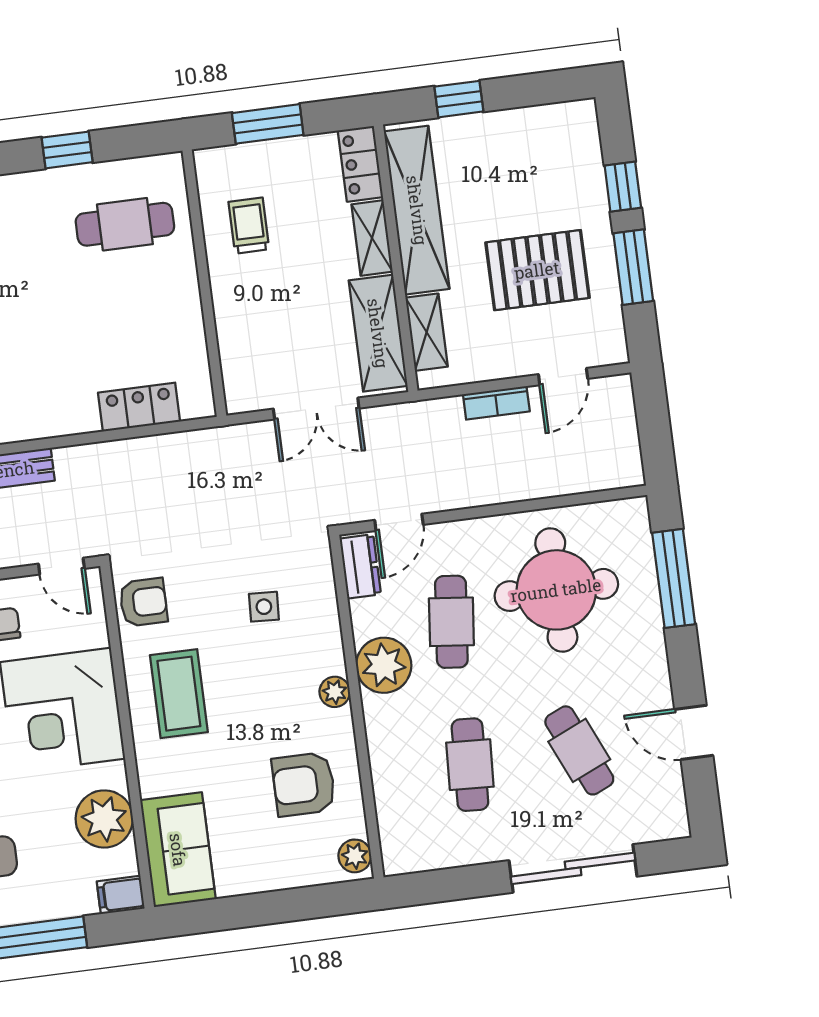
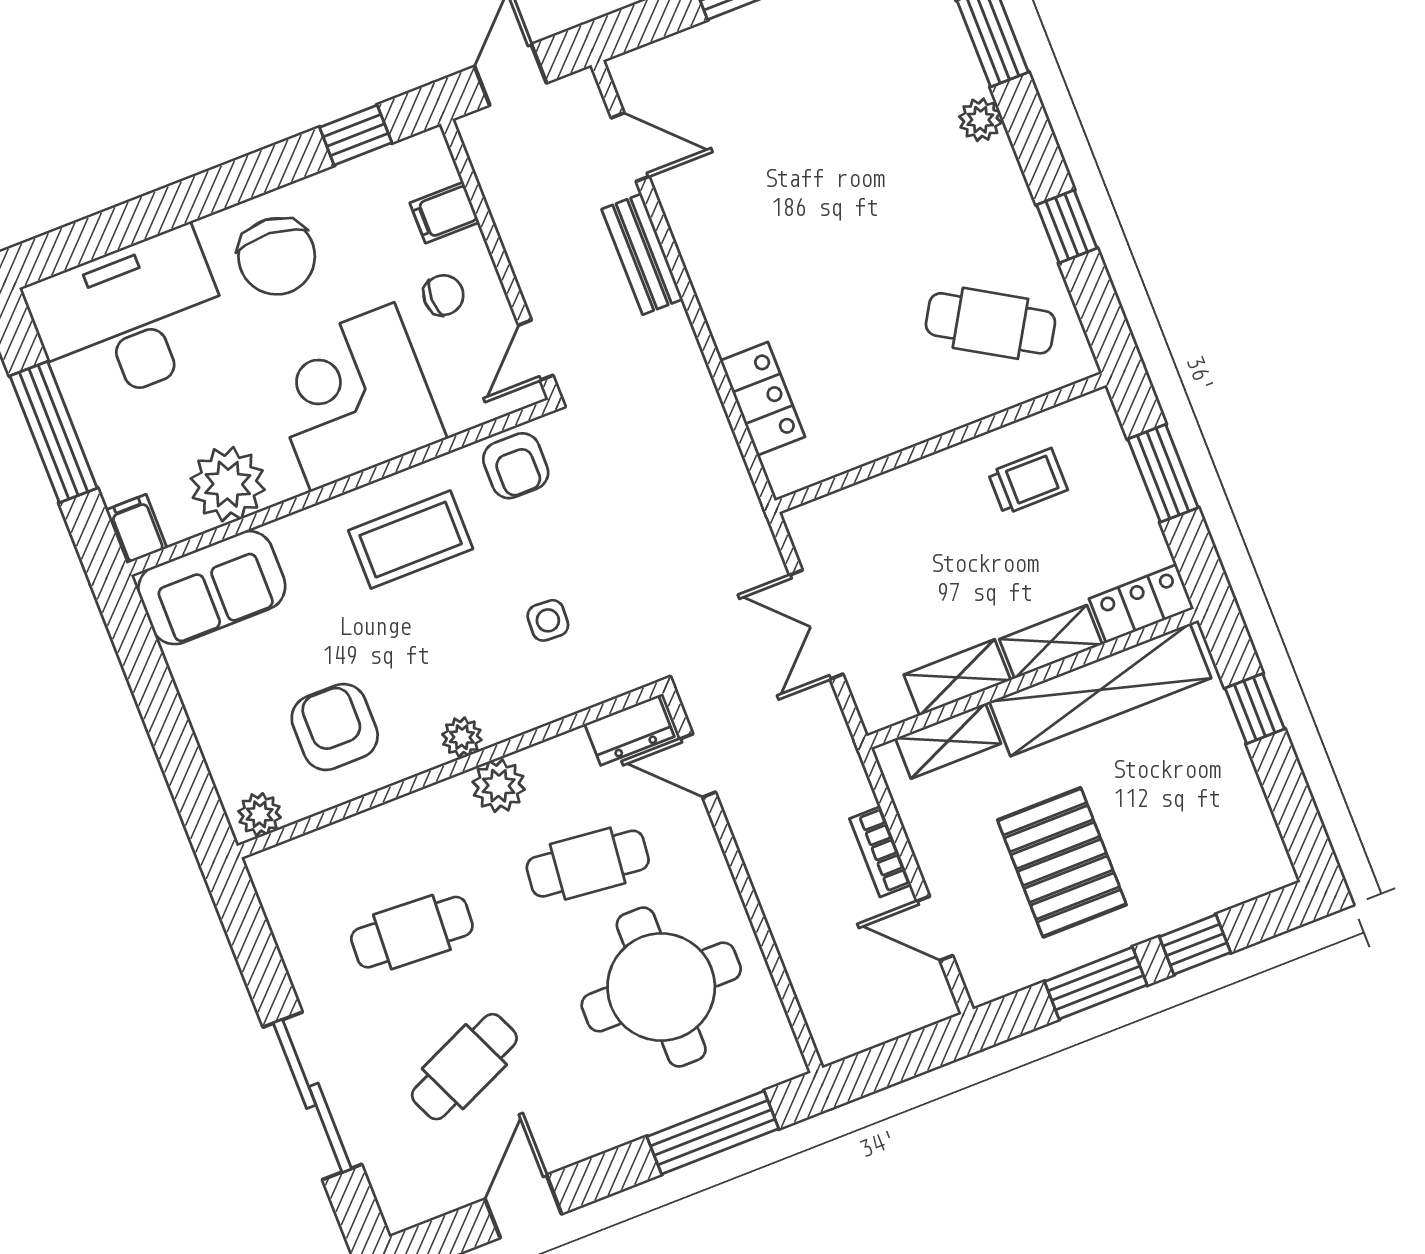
cafe table: (125, 224) -> (990, 323), turned -59
shelving: (378, 333) -> (957, 677), width x0.67, depth x0.75
plant: (384, 665) -> (499, 786), width x0.73, depth x0.73

